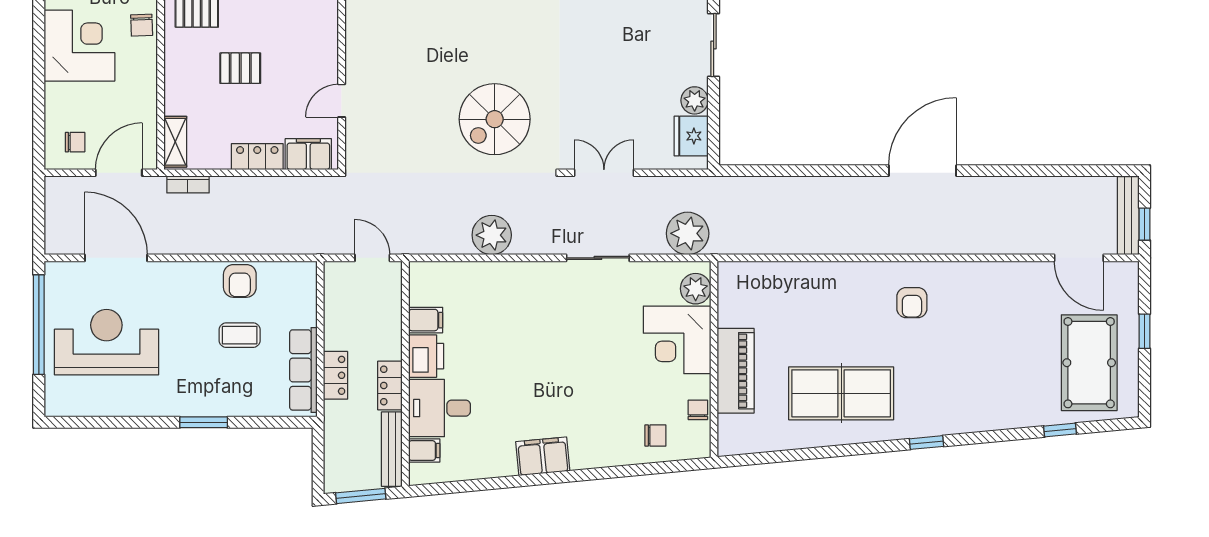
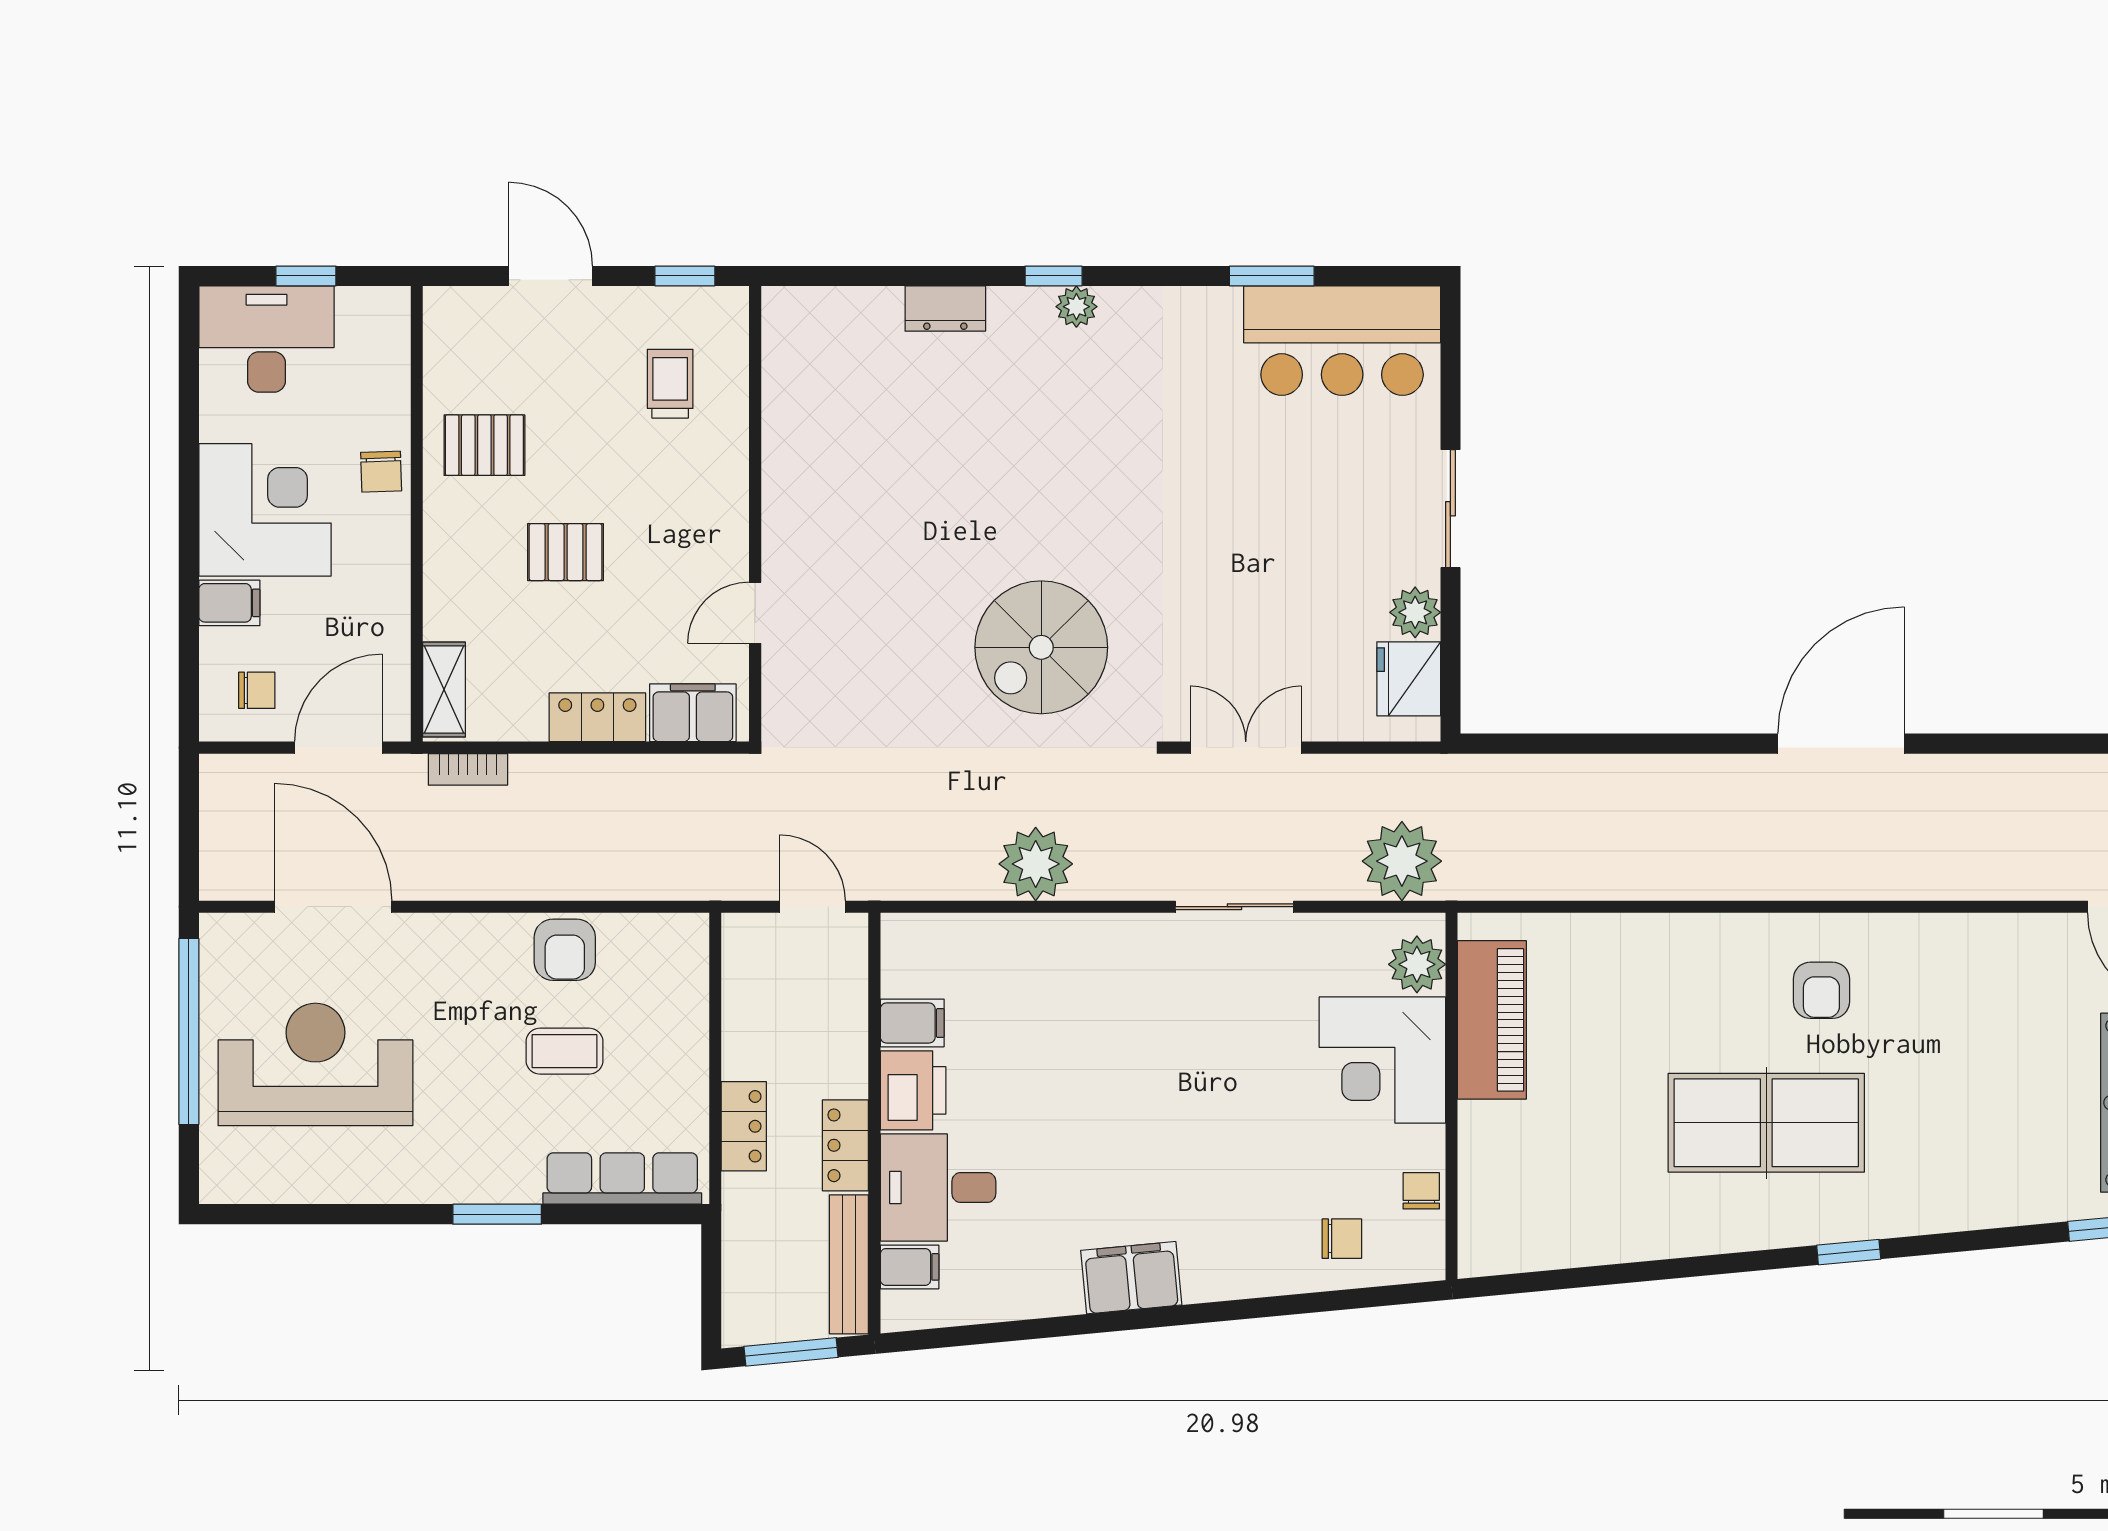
filing cabinet: (60, 95) -> (229, 603), added
row of seats: (303, 370) -> (622, 1179), moved, turned 90
piano: (736, 371) -> (1492, 1020), moved
table tennis table: (841, 393) -> (1766, 1123), moved

